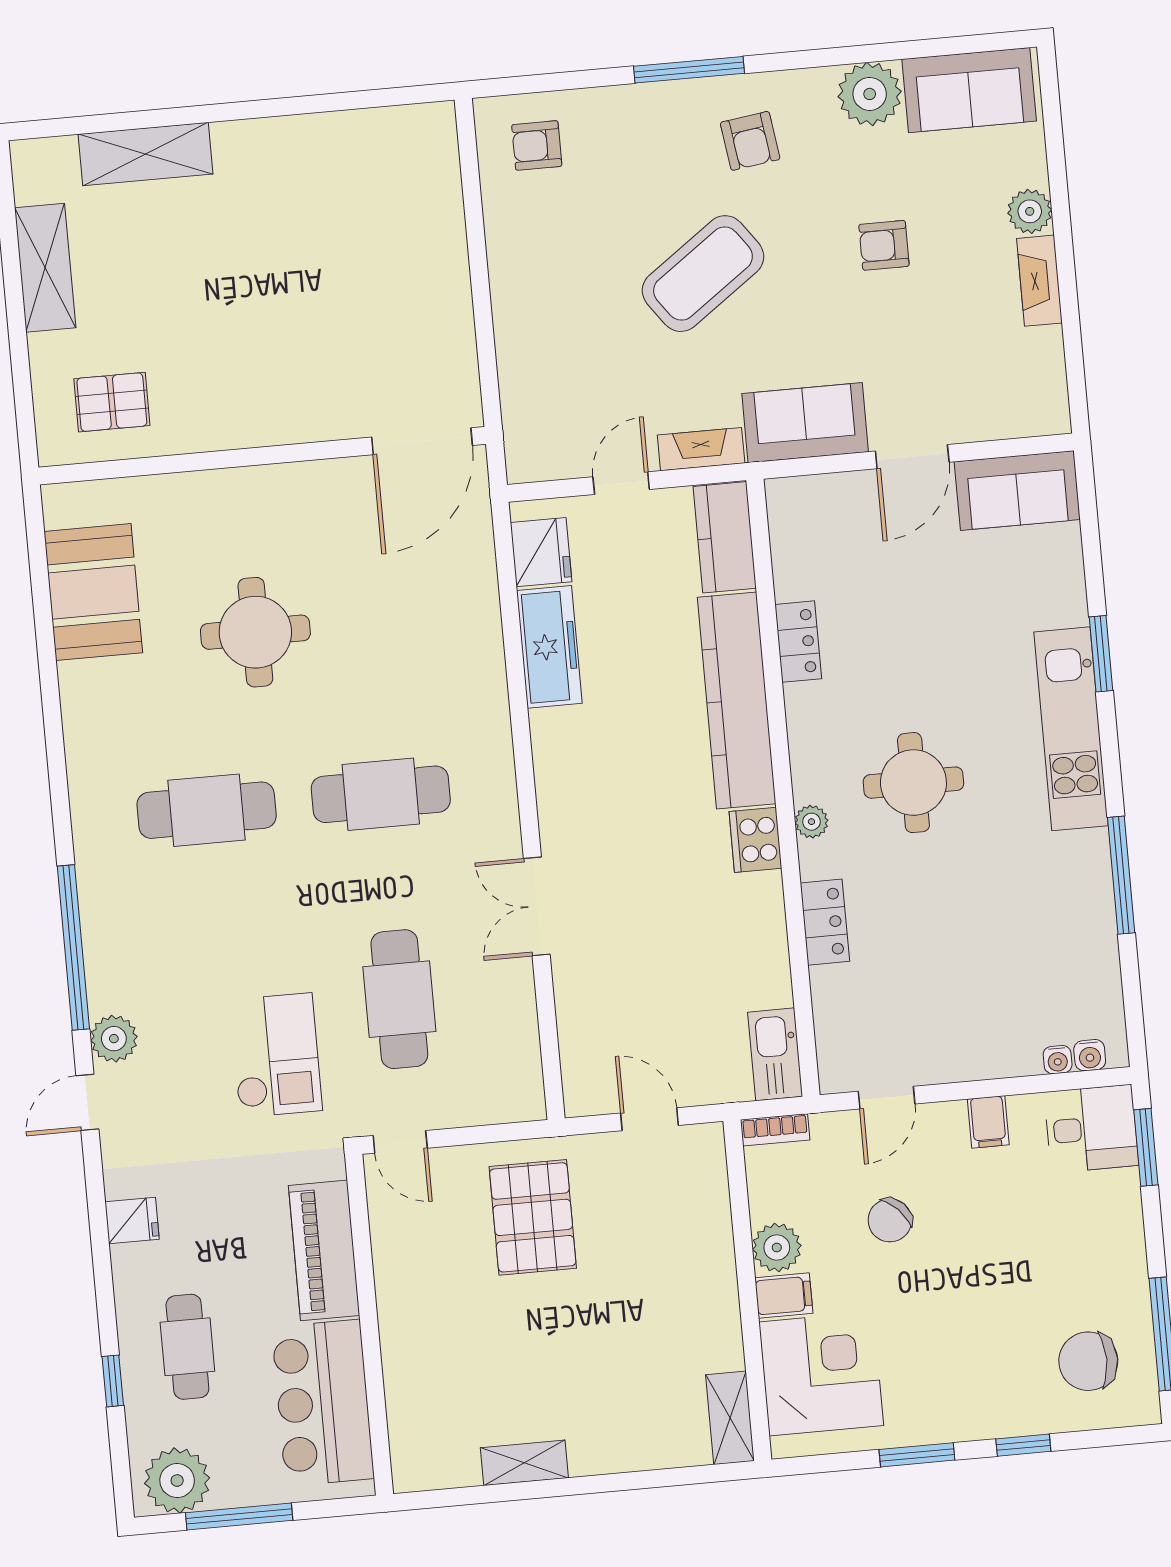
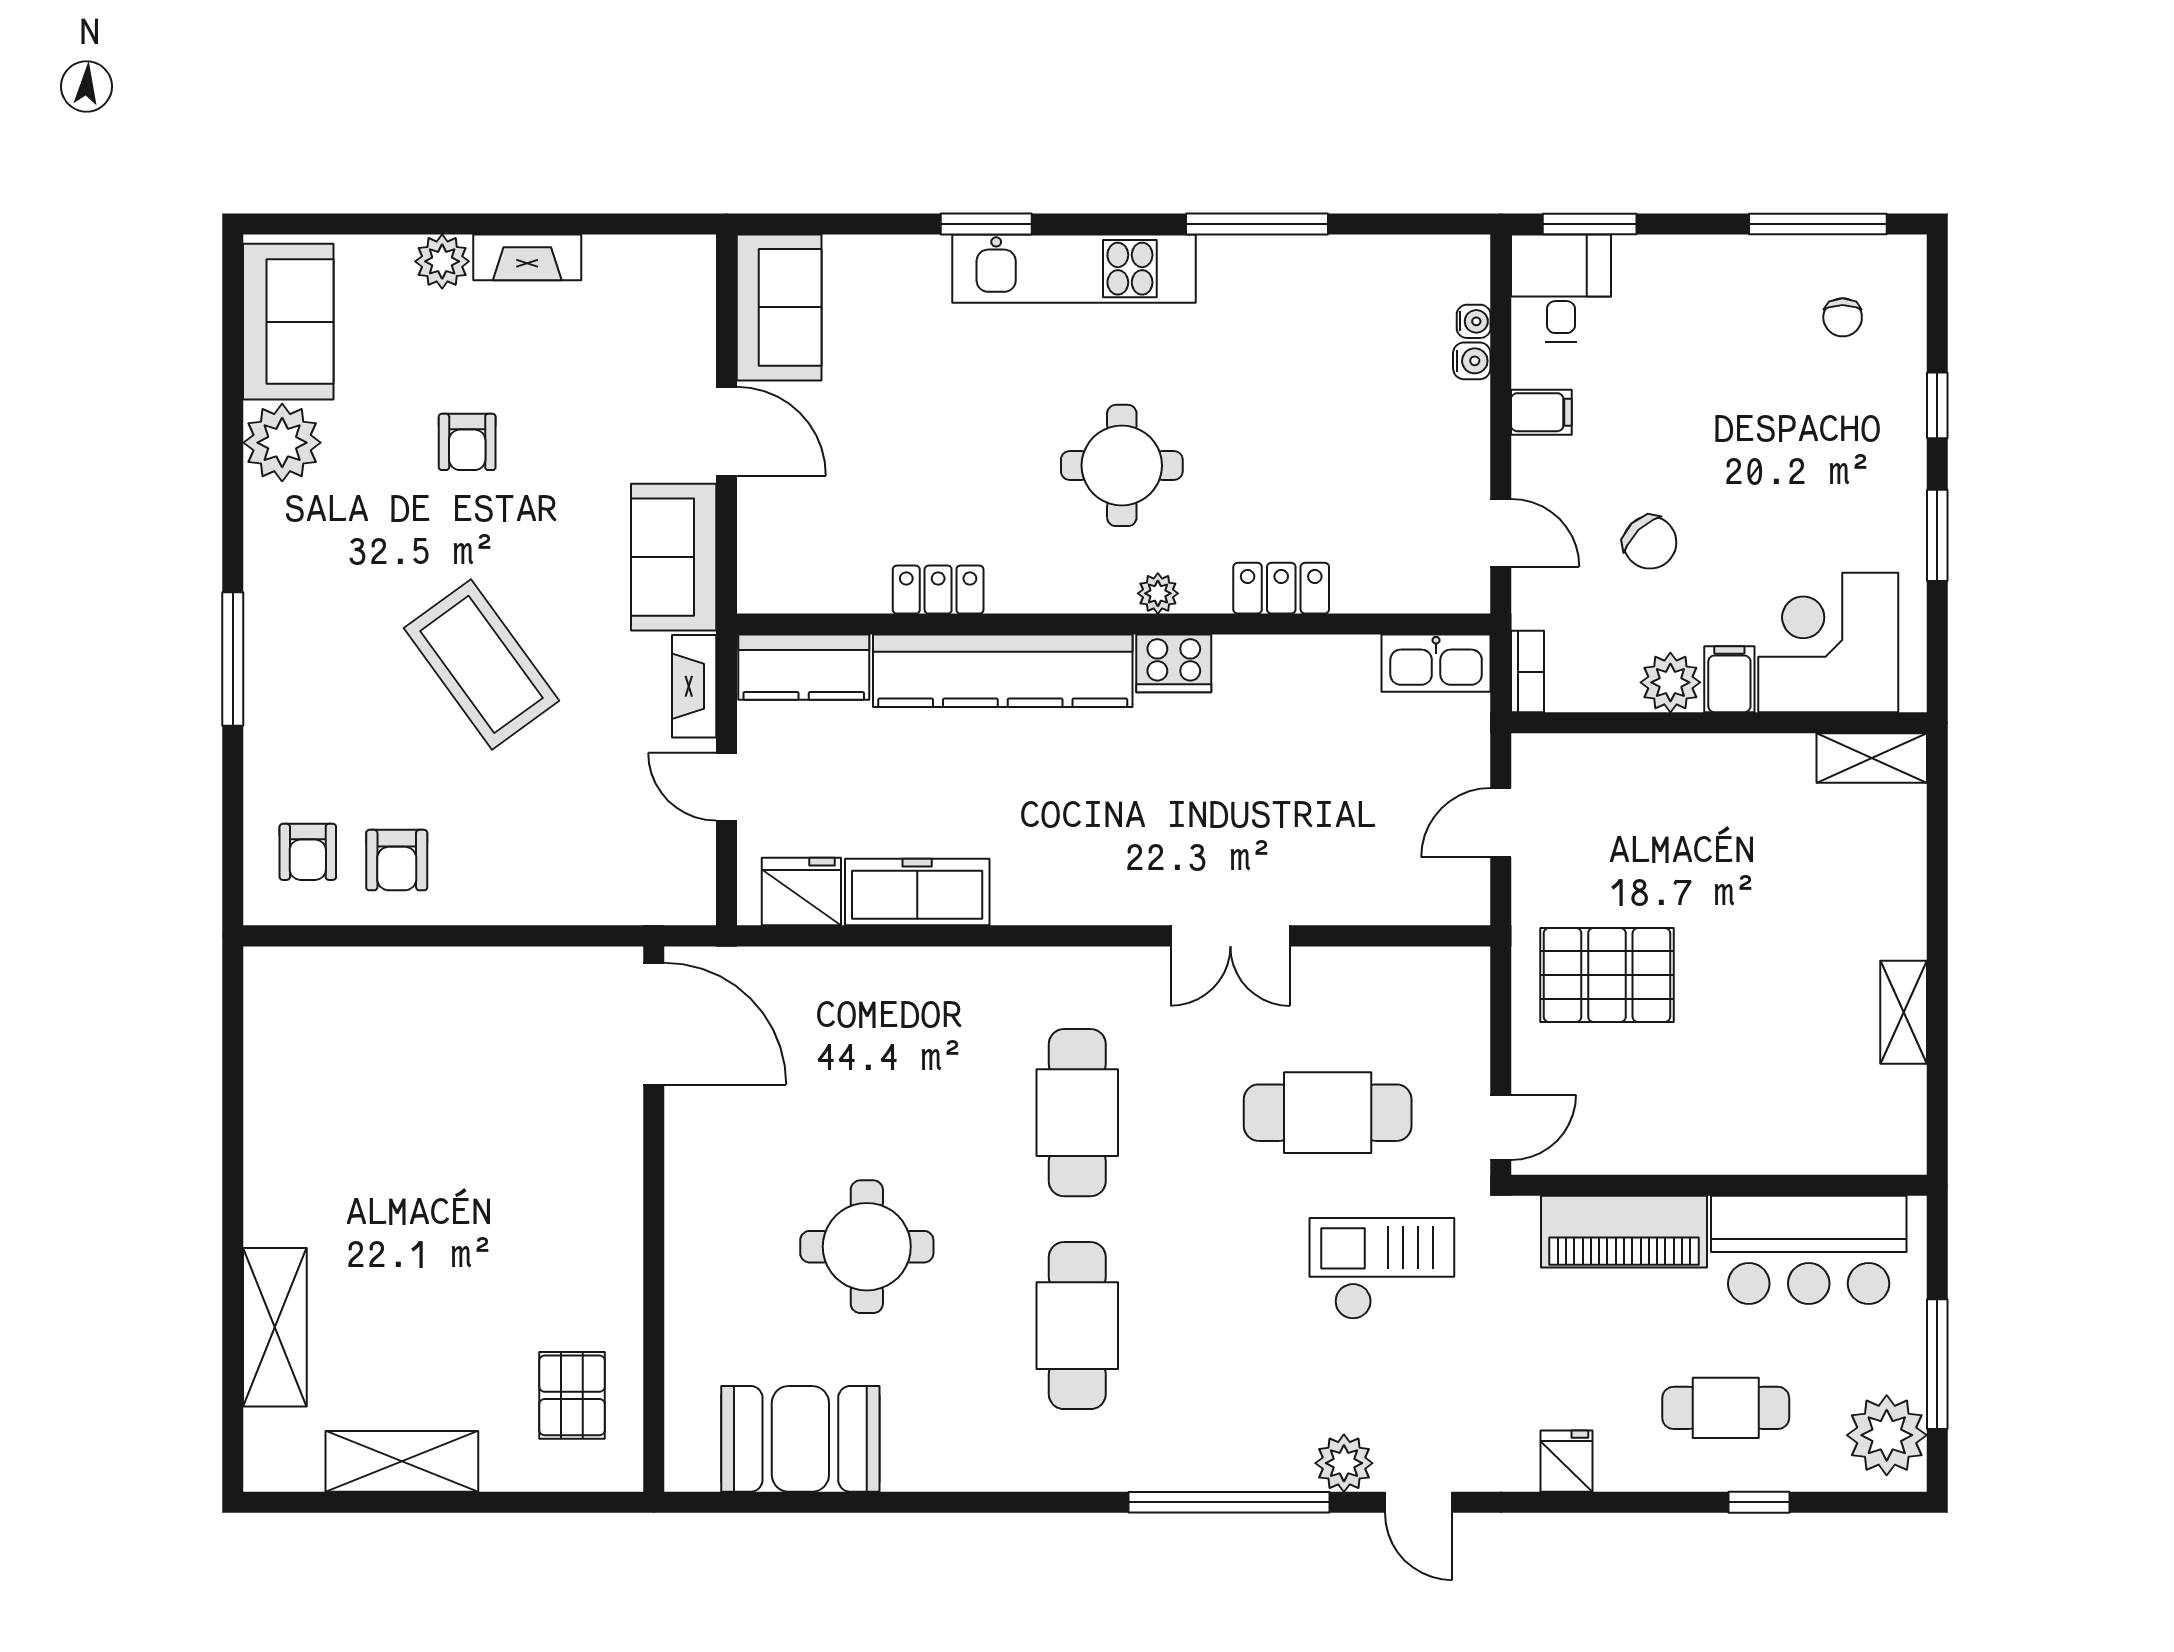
armchair: (750, 141) -> (397, 860), moved, turned 98
water cooler: (1090, 1055) -> (1472, 361), moved
chair: (1088, 1361) -> (1843, 317), width x0.54, depth x0.54

